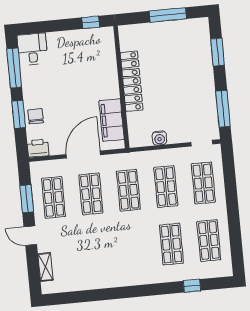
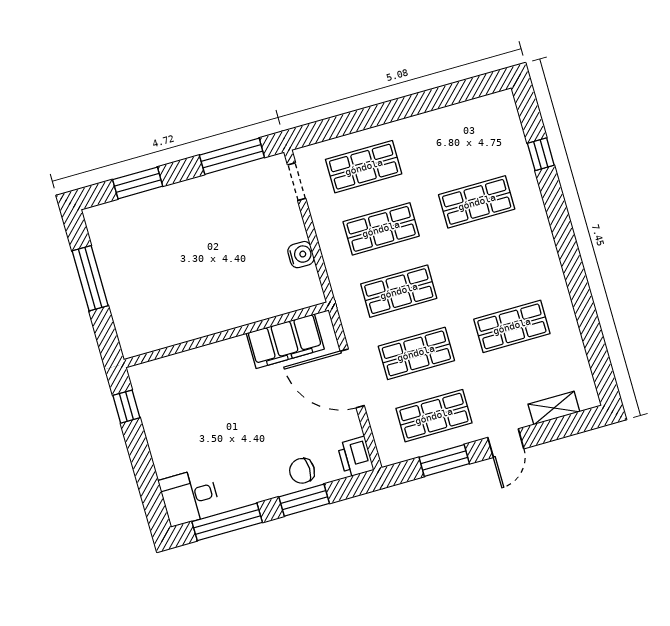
locker: (132, 81) -> (213, 319), removed
shop shelf: (209, 240) -> (512, 326), moved

